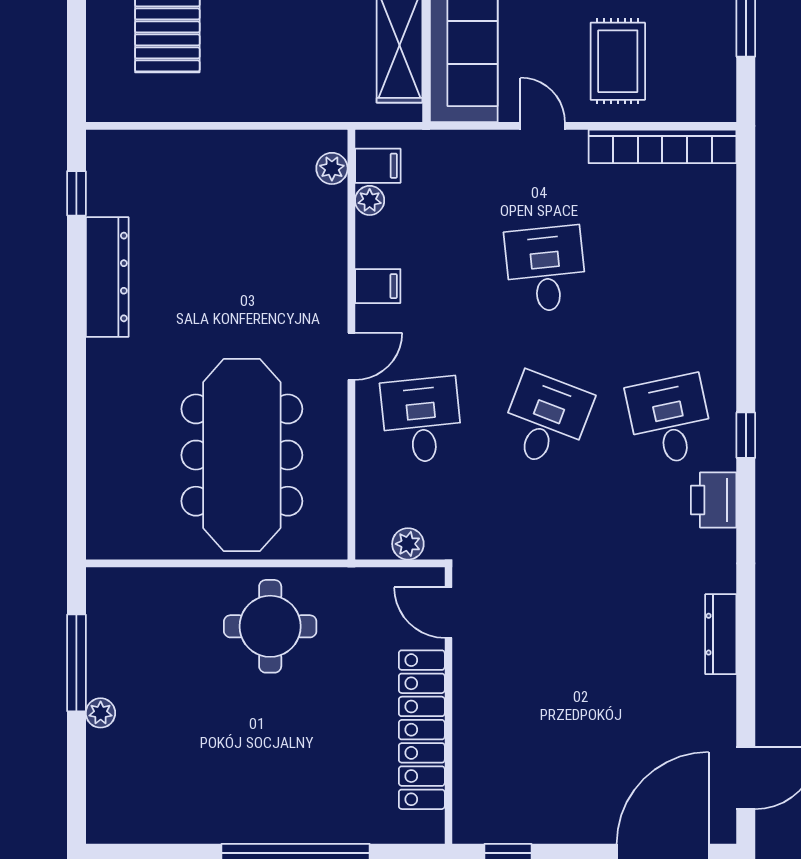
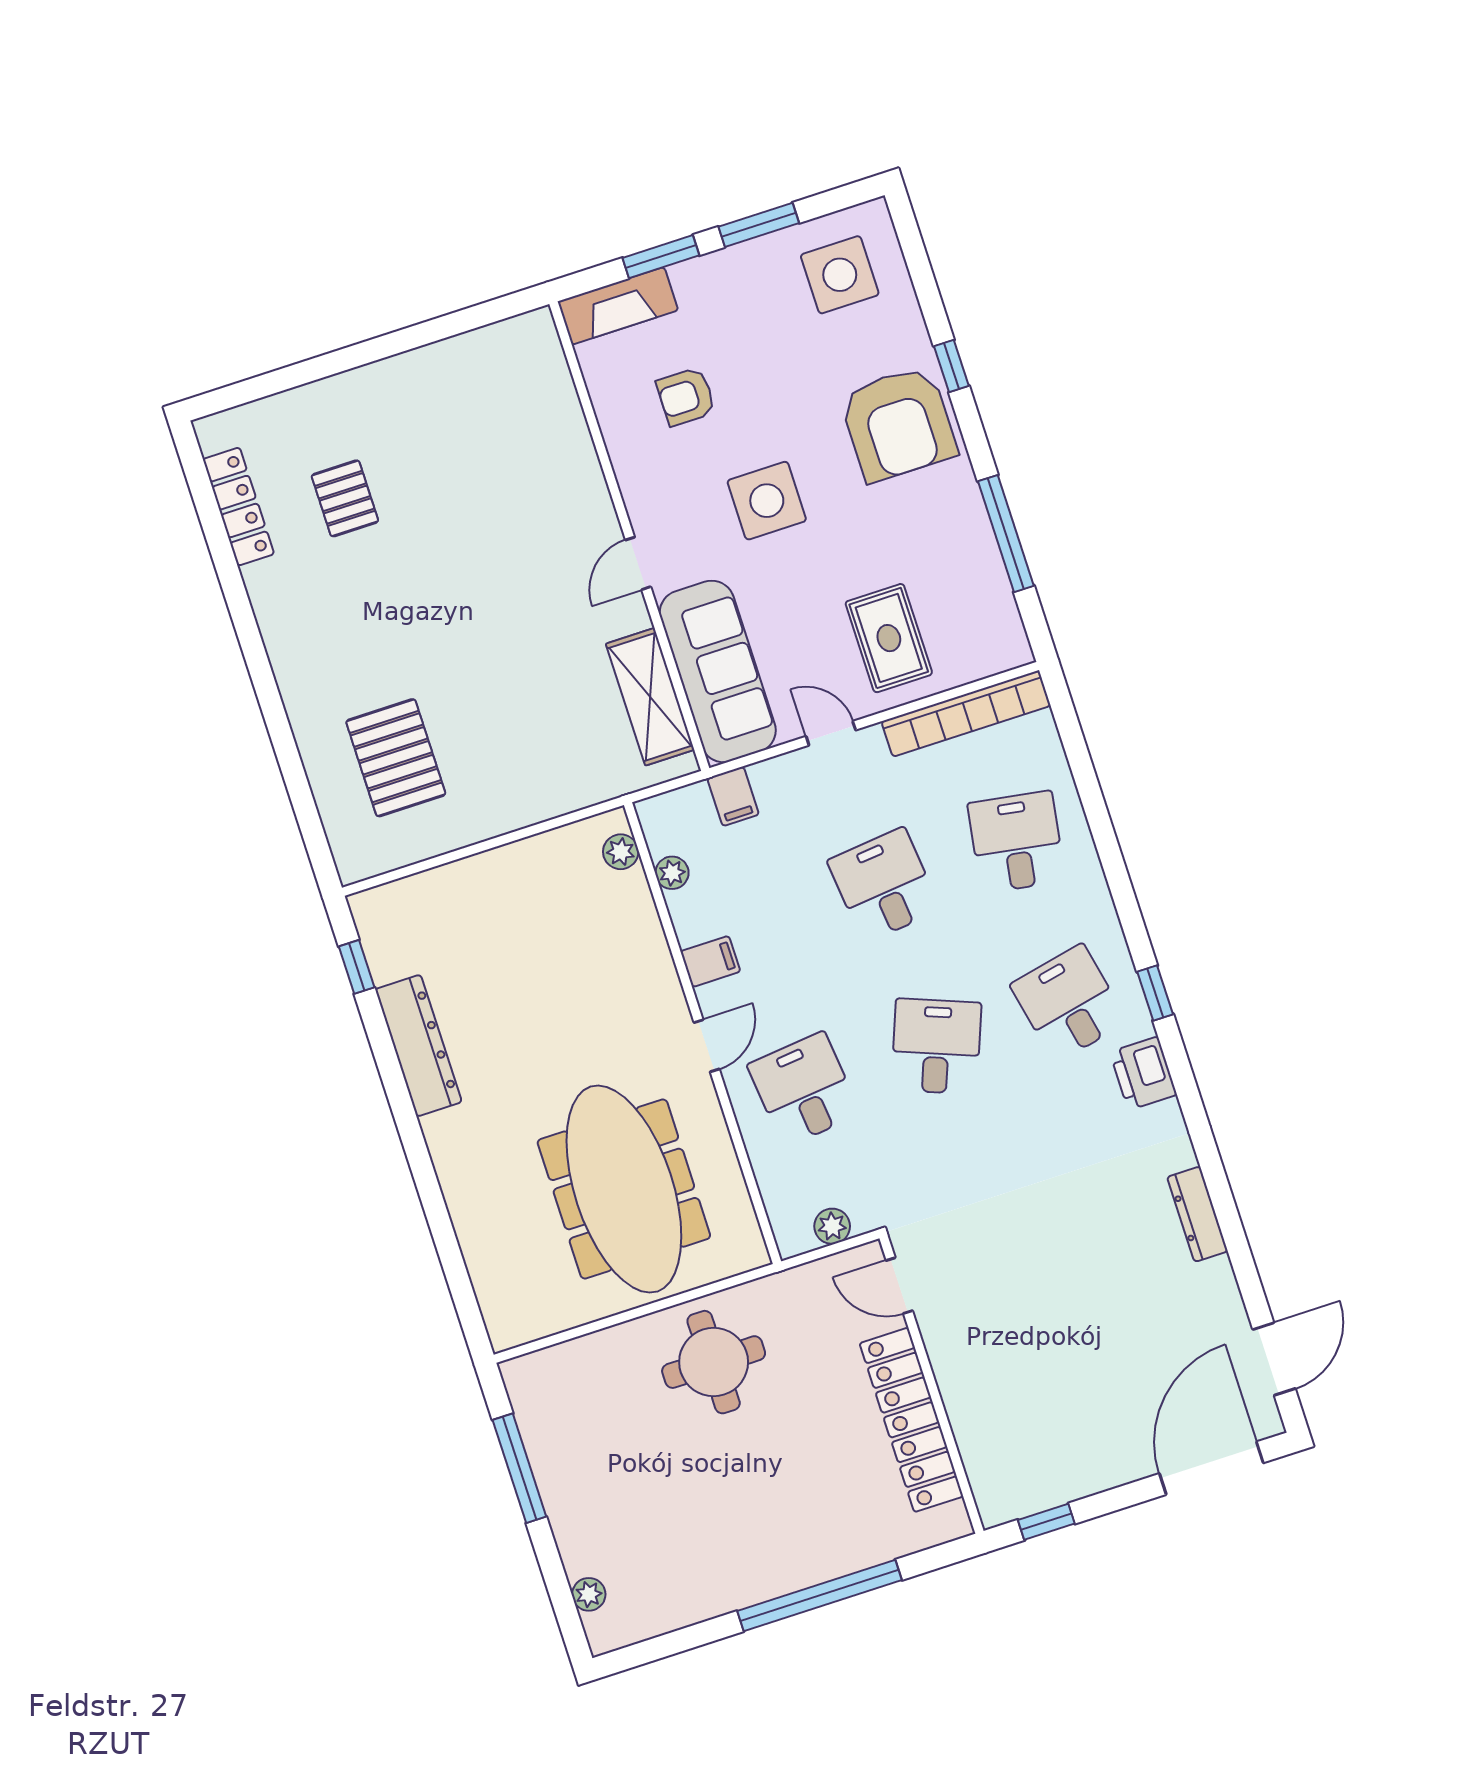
filing cabinet: (378, 166) -> (733, 796), moved, turned 90
desk: (670, 269) -> (1016, 842), added
plant: (101, 713) -> (589, 1594), moved

